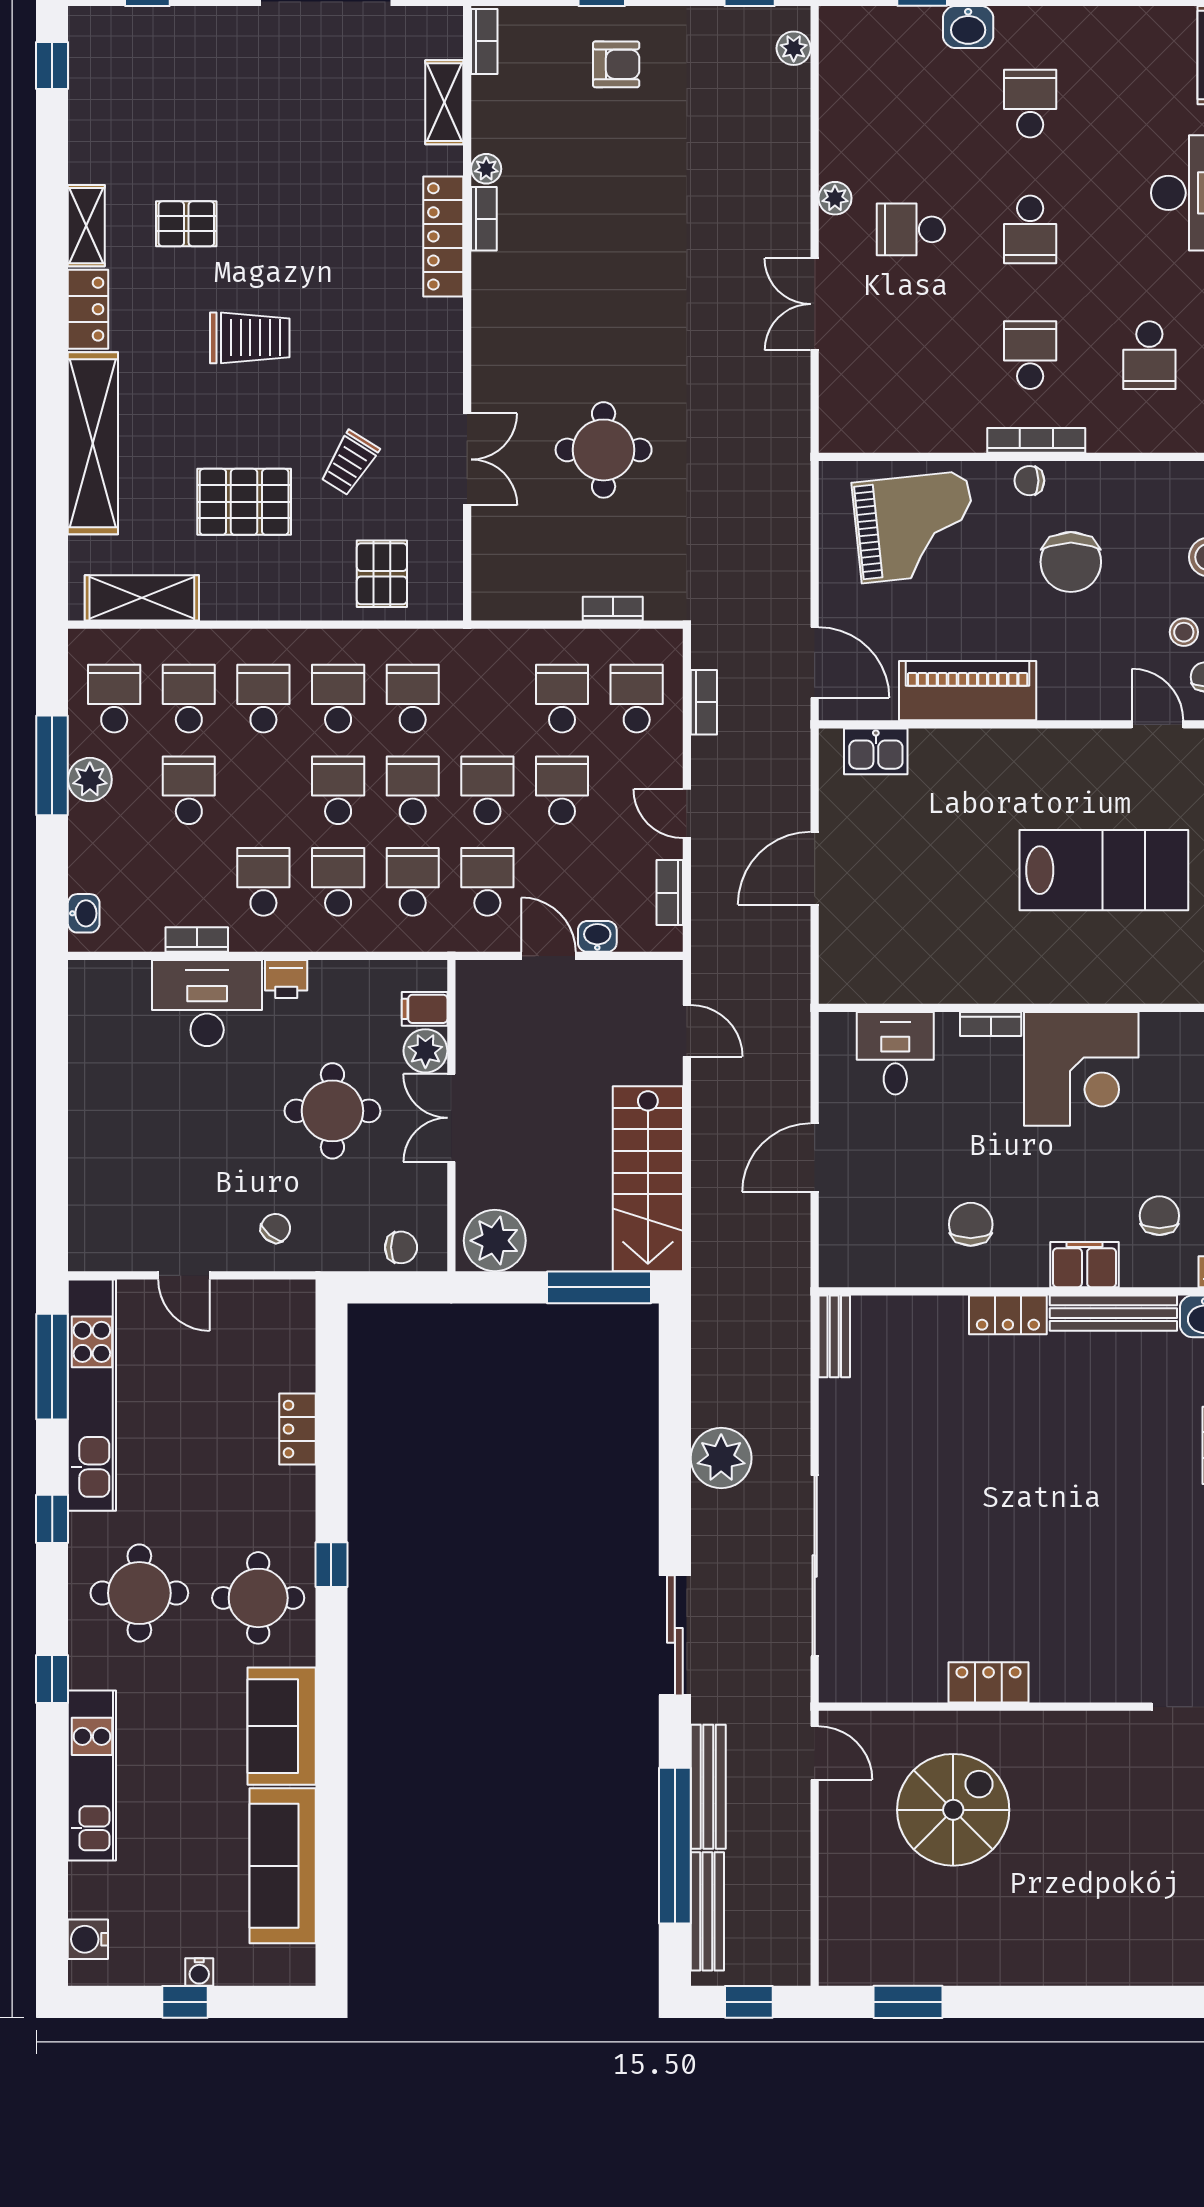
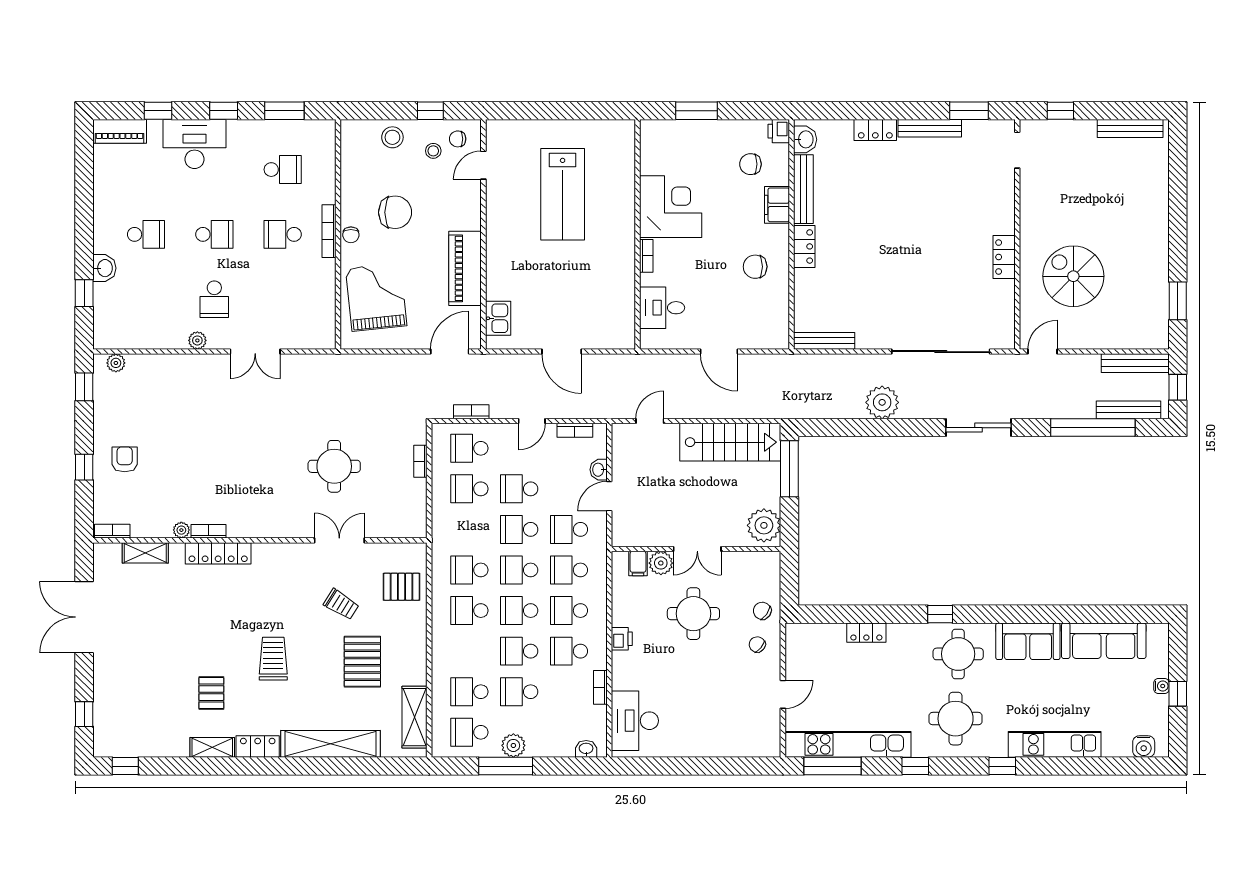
school desk: (1030, 104) -> (146, 234), turned 180
school desk: (263, 699) -> (519, 651), moved
lab bench: (1104, 870) -> (563, 194), turned 180
desk: (207, 1003) -> (635, 721), moved
chair: (401, 1247) -> (762, 611), moved, turned -55
bench: (834, 1336) -> (824, 341), width x1.36
bench: (708, 1787) -> (1135, 363), moved

